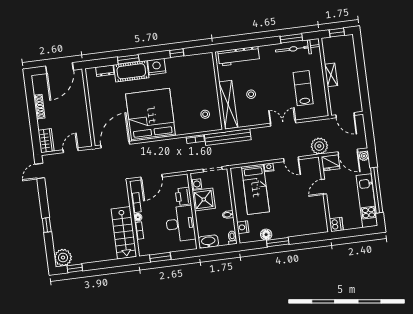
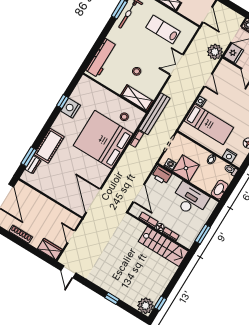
window: (128, 59) -> (29, 157), moved
nightstand: (157, 67) -> (71, 108), moved
shelving: (228, 105) -> (137, 98), width x0.68
bed: (151, 115) -> (103, 140), moved
door: (345, 115) -> (207, 15), hinge flipped
door: (291, 159) -> (208, 80), hinge flipped
printer: (183, 196) -> (162, 175), moved

